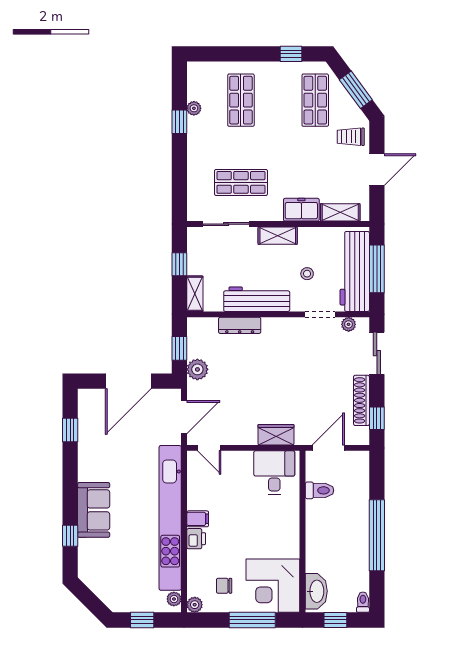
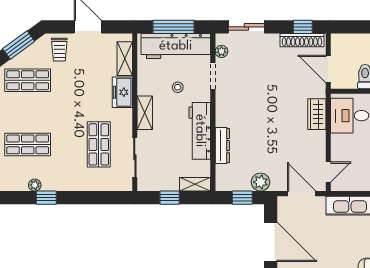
shoe rack: (362, 400) -> (302, 40), moved

